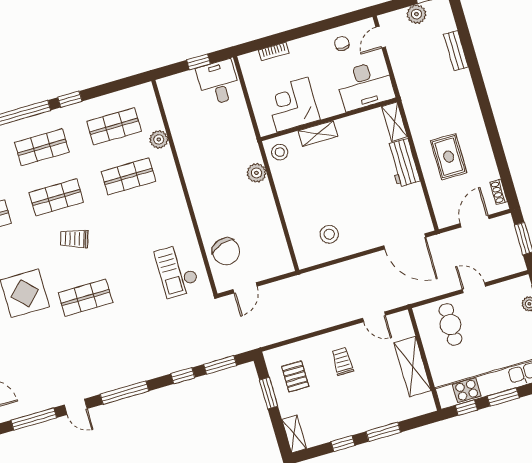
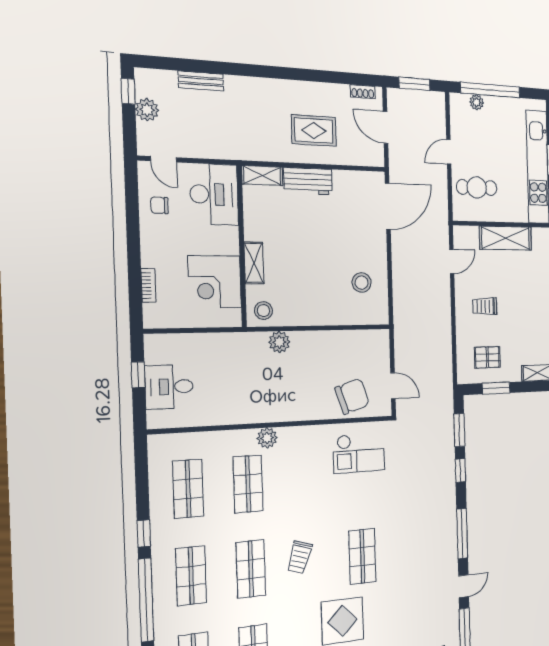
desk: (219, 82) -> (169, 387), moved
plant: (159, 139) -> (267, 438), moved

